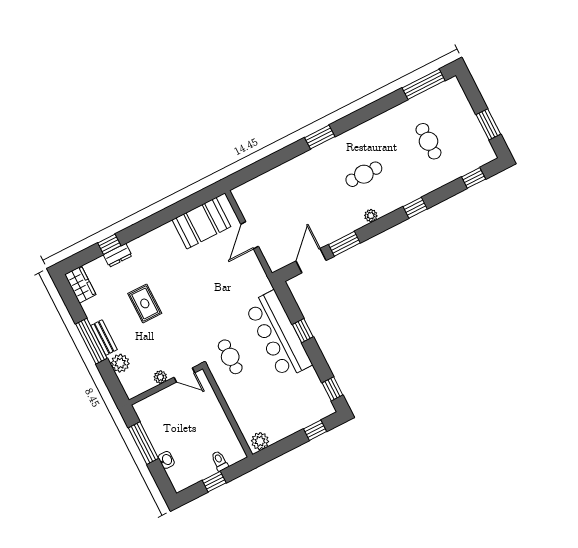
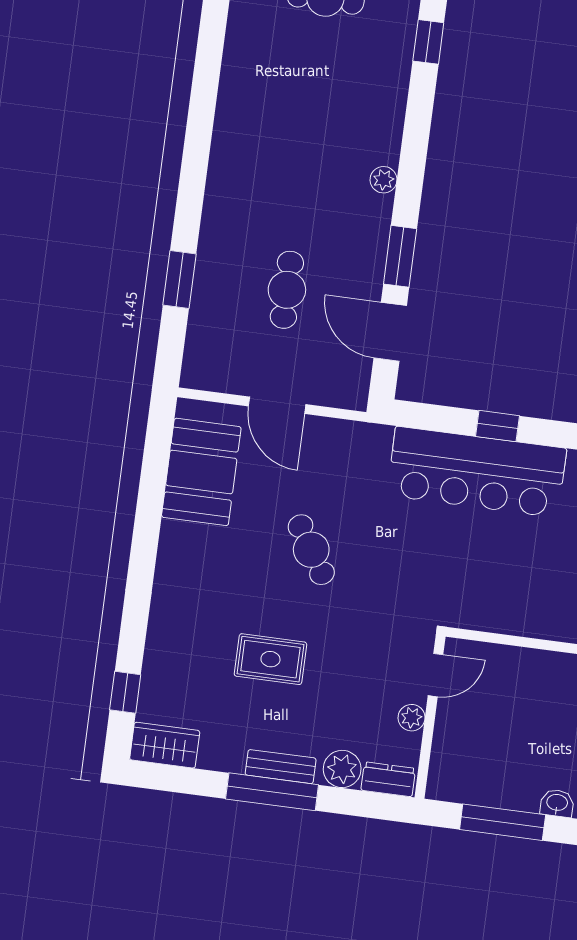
window: (320, 137) -> (180, 279), moved
cafe table: (364, 174) -> (287, 290), moved
window: (415, 208) -> (428, 42), moved
window: (109, 244) -> (125, 692), moved
dresser: (118, 255) -> (388, 779), moved, turned -90
cafe table: (230, 357) -> (311, 550), moved, turned 58

